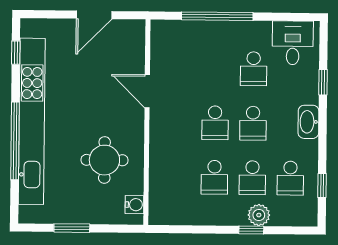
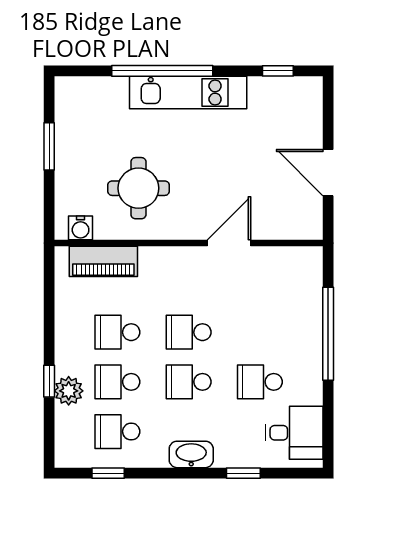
kitchen unit: (32, 121) -> (188, 92), width x0.54
piano: (160, 187) -> (103, 261), added

